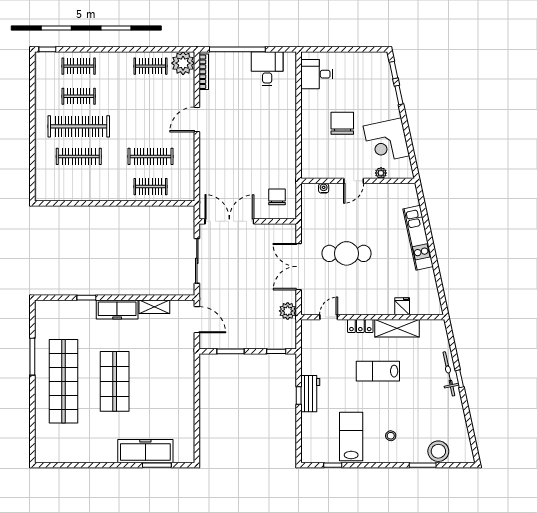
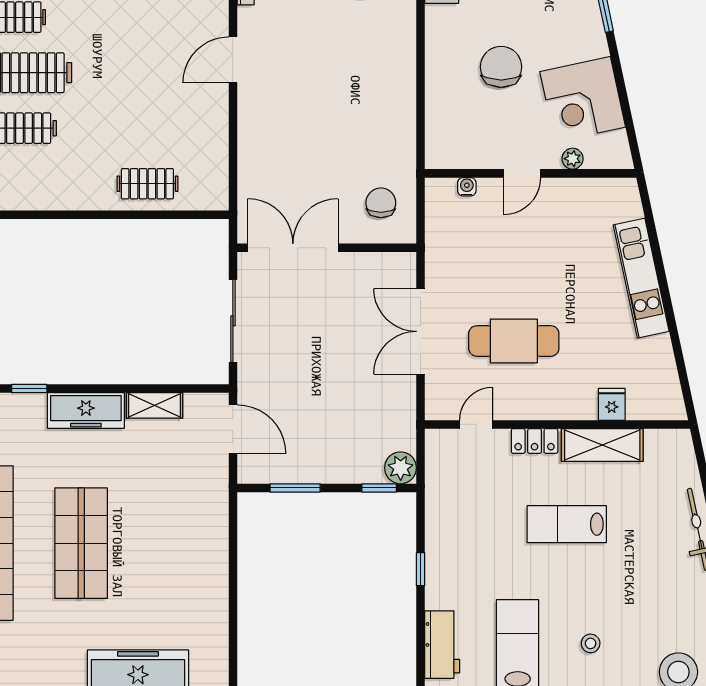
clothes rail: (151, 156) -> (147, 128), removed
cafe table: (346, 253) -> (514, 341), moved
plant: (288, 311) -> (401, 468), moved
workbench: (310, 394) -> (442, 645), moved

